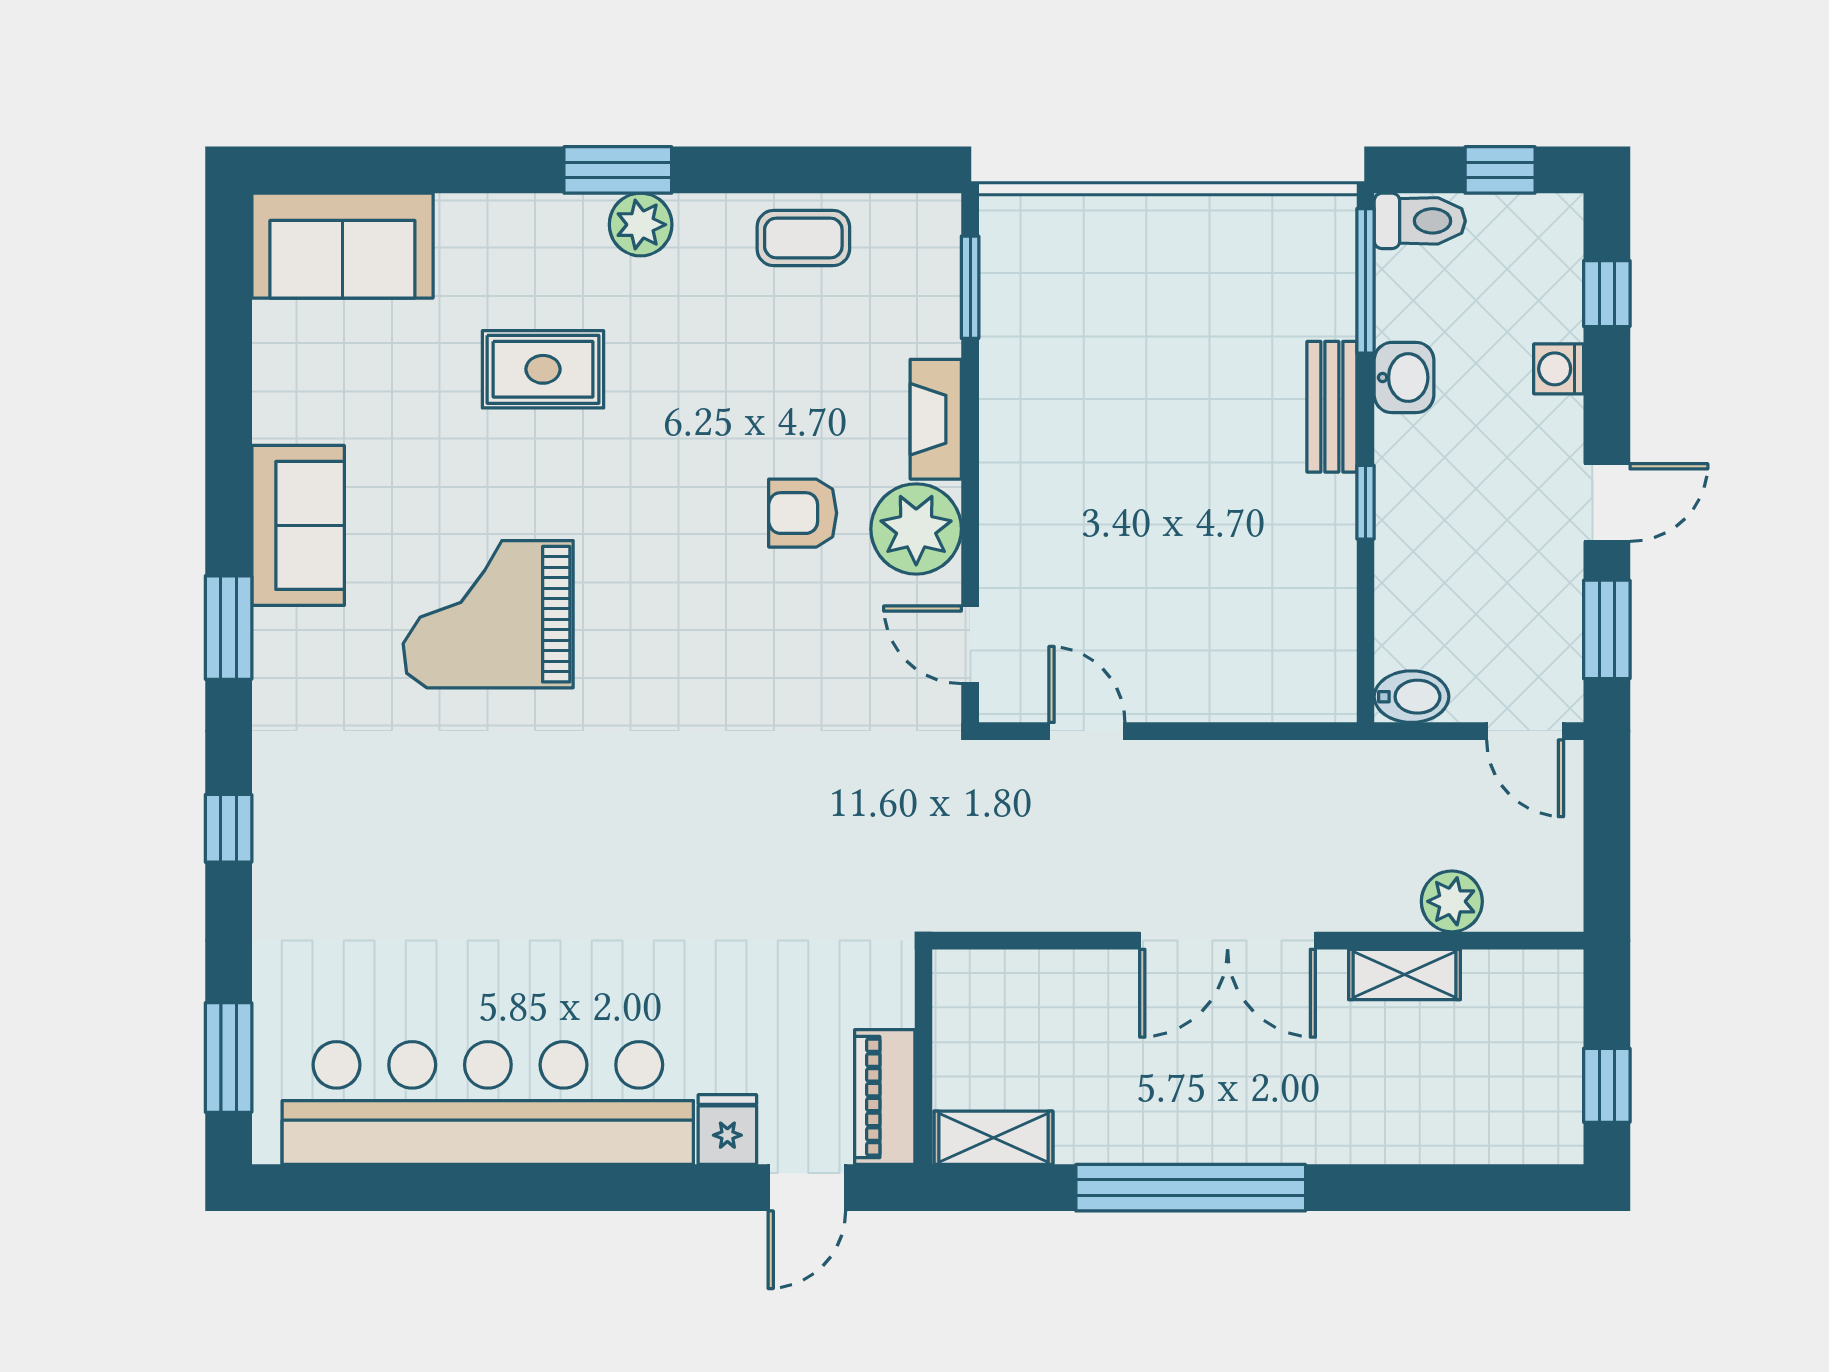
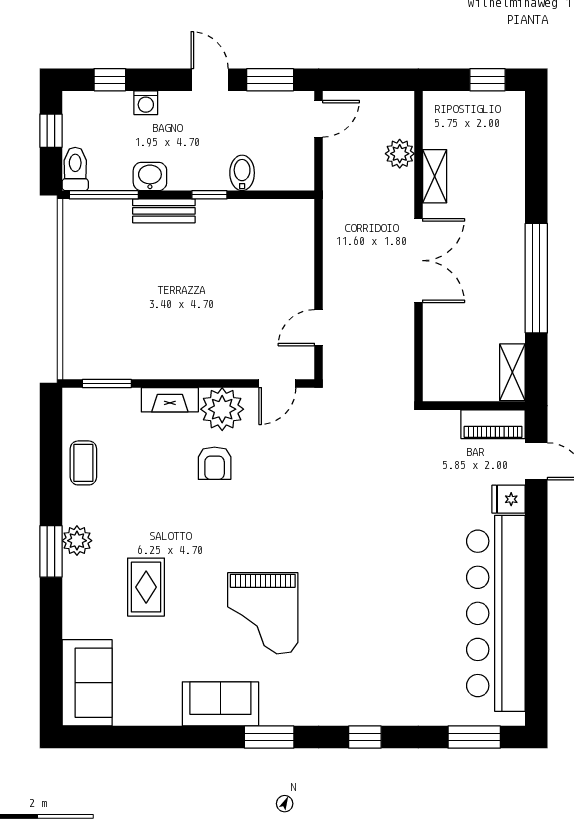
bidet: (1412, 697) -> (242, 173), moved

